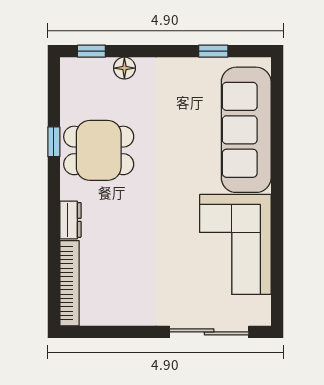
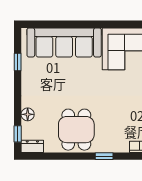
window: (54, 142) -> (104, 156), moved
dresser: (70, 220) -> (32, 146), moved

